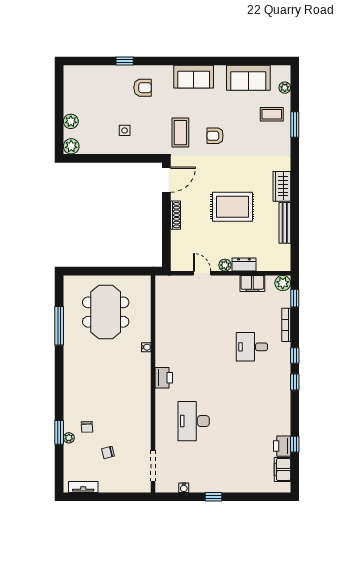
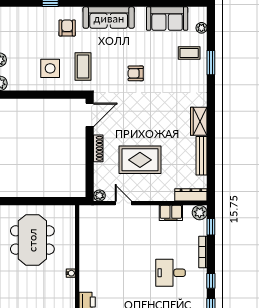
sofa: (194, 77) -> (109, 18), width x1.36
armchair: (143, 88) -> (67, 28), turned -90
side table: (125, 130) -> (50, 68), width x1.87, depth x1.87
coffee table: (180, 133) -> (83, 66), moved
rug: (232, 207) -> (140, 160), moved
dresser: (244, 264) -> (191, 195), moved, width x1.44
plant: (225, 265) -> (99, 196), moved

